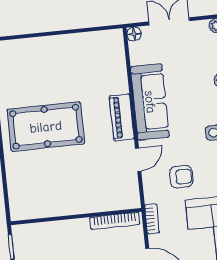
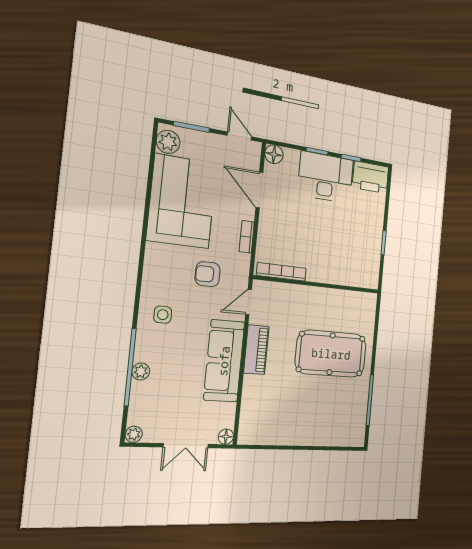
wall: (76, 217) -> (318, 285), moved
bookcase: (115, 221) -> (281, 272), moved

